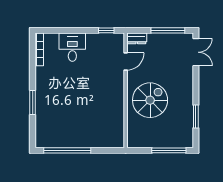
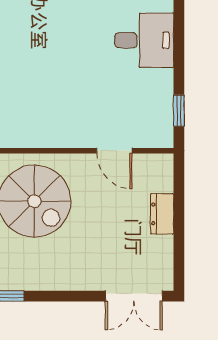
window: (168, 30) -> (179, 238), removed
dresser: (137, 38) -> (162, 214), moved

